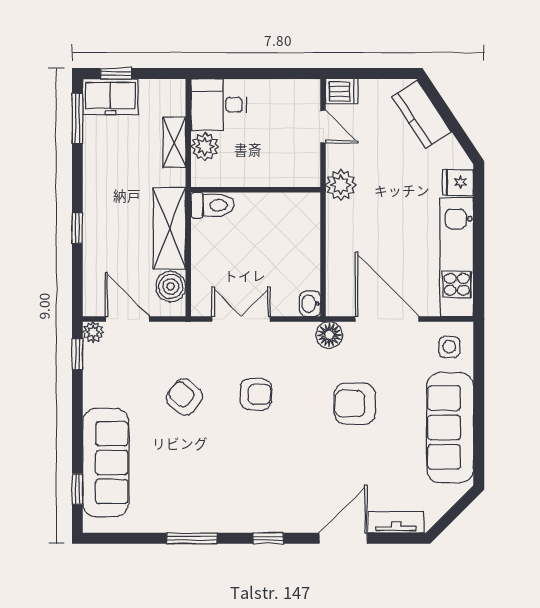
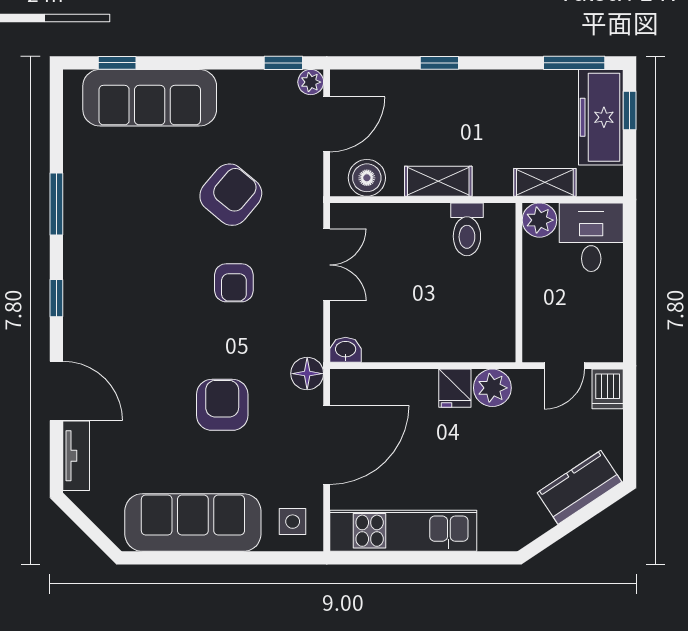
freezer: (110, 97) -> (601, 117), width x1.40
fridge: (458, 182) -> (455, 388), moved, turned 180
wall: (256, 190) -> (519, 283), moved
shelving: (169, 229) -> (438, 181), width x0.67, depth x0.75
armchair: (184, 397) -> (231, 195), width x1.38, depth x1.38

